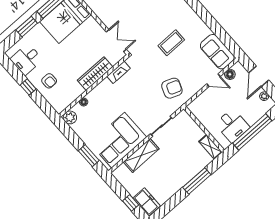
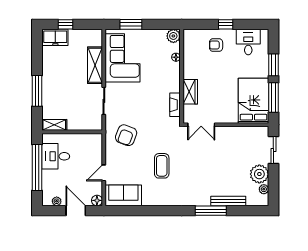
wardrobe: (95, 74) -> (190, 92), width x0.67
floor lamp: (230, 74) -> (97, 200), moved

